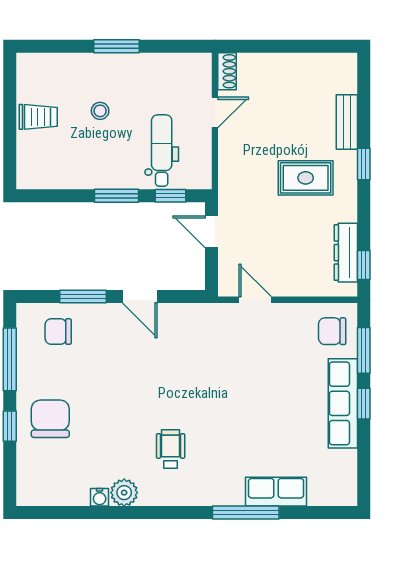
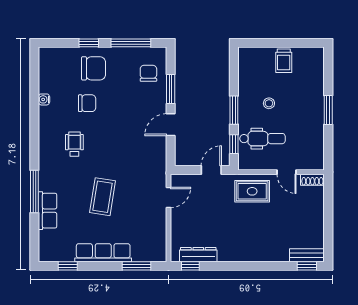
stool: (100, 111) -> (269, 103), moved
bench: (347, 122) -> (307, 255), moved
window: (364, 164) -> (307, 266), moved
rug: (306, 178) -> (252, 191), moved, turned 90
chair: (332, 331) -> (87, 103), moved, turned 90
coffee table: (254, 404) -> (103, 197), added
window: (364, 404) -> (68, 266), moved
wheelchair: (171, 449) -> (74, 144), turned -90
plant: (124, 493) -> (47, 115), removed

